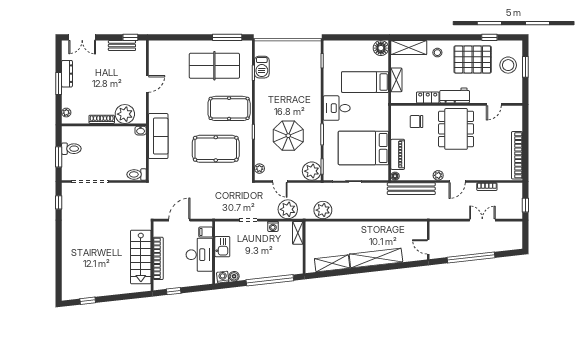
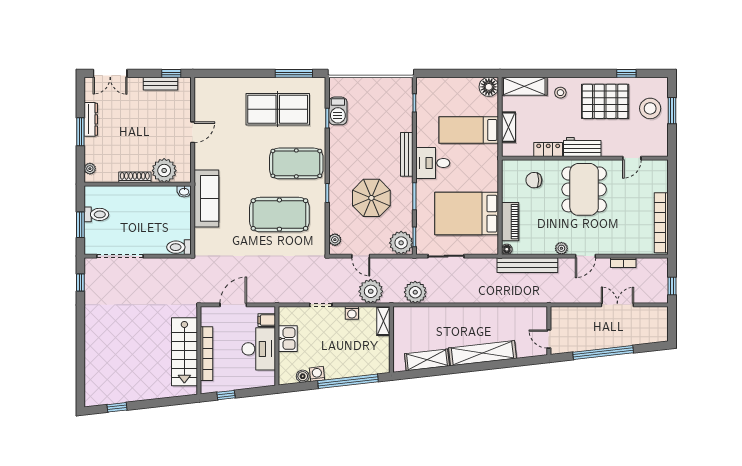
bench: (316, 101) -> (407, 154), added
washing machine: (223, 277) -> (317, 374), moved

